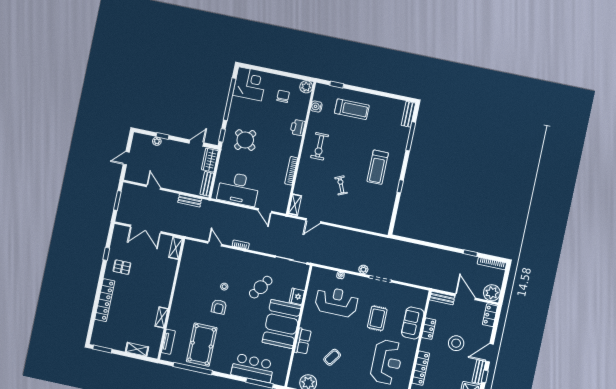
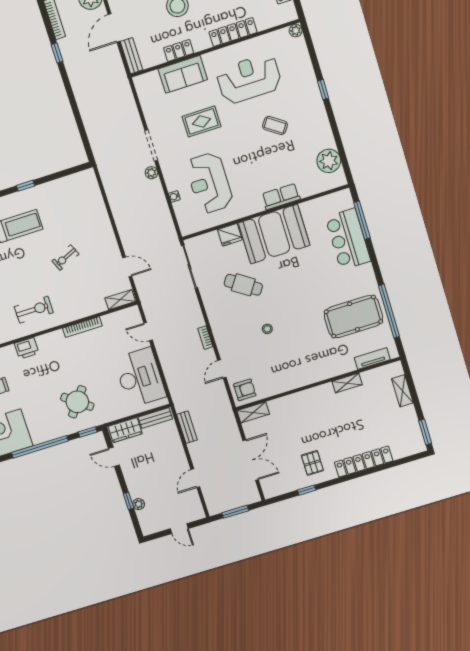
door: (265, 211) -> (148, 332), swing flipped
armchair: (219, 307) -> (245, 390), moved
coffee table: (332, 357) -> (275, 125), moved

